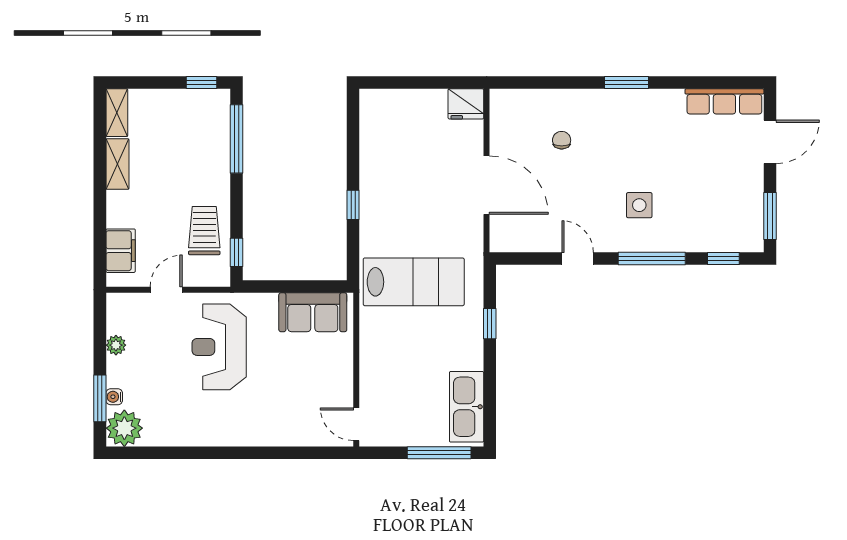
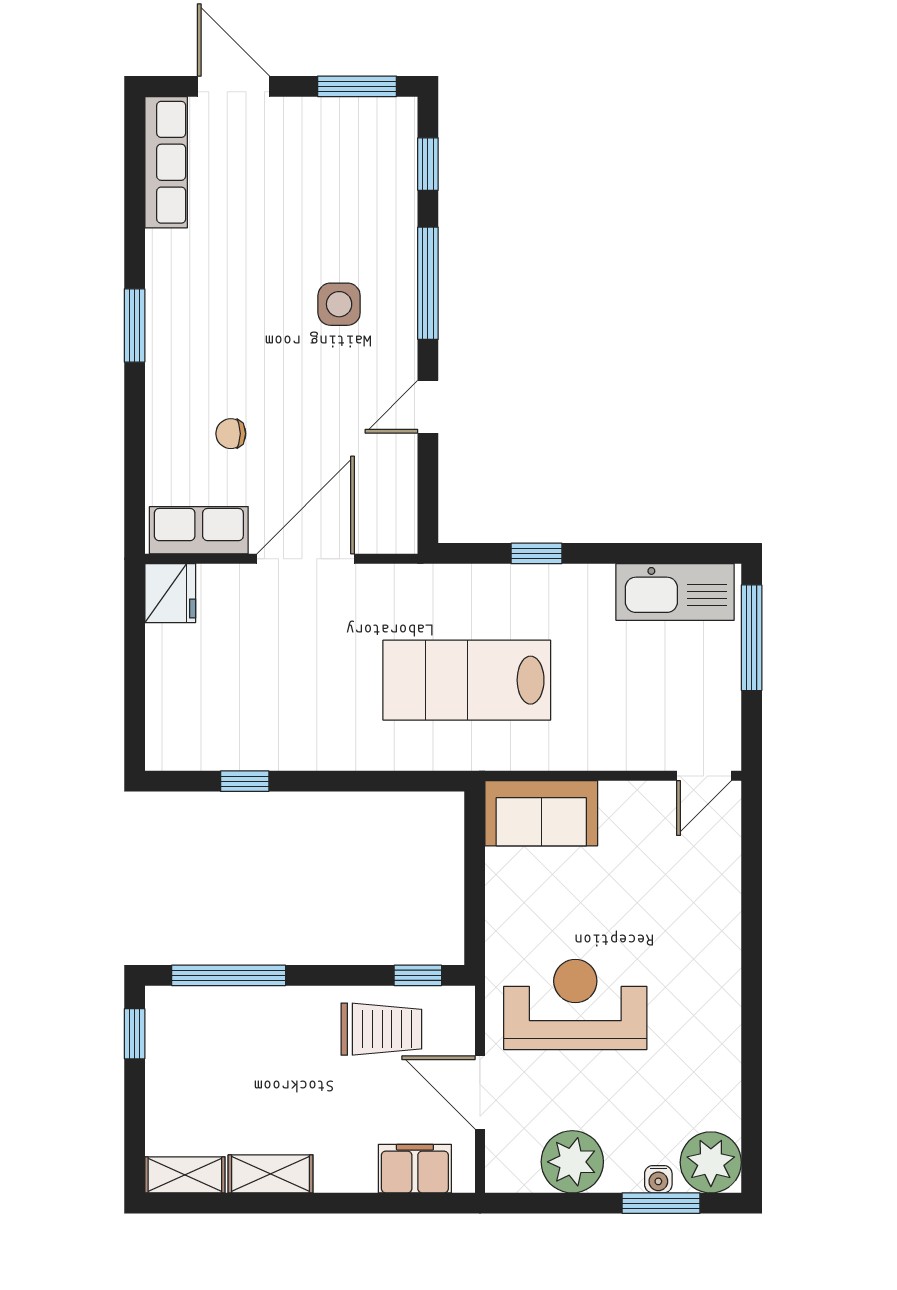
row of seats: (504, 121) -> (199, 530), added
window: (353, 205) -> (245, 781), moved
trolley: (204, 231) -> (381, 1029), turned 180
lab bench: (414, 282) -> (467, 680), turned -90
door: (166, 290) -> (480, 1093), width x1.38
sofa: (313, 312) -> (541, 813), moved, turned 90
plant: (116, 345) -> (572, 1162), width x1.88, depth x1.88
reception desk: (219, 347) -> (575, 1004), turned 180

